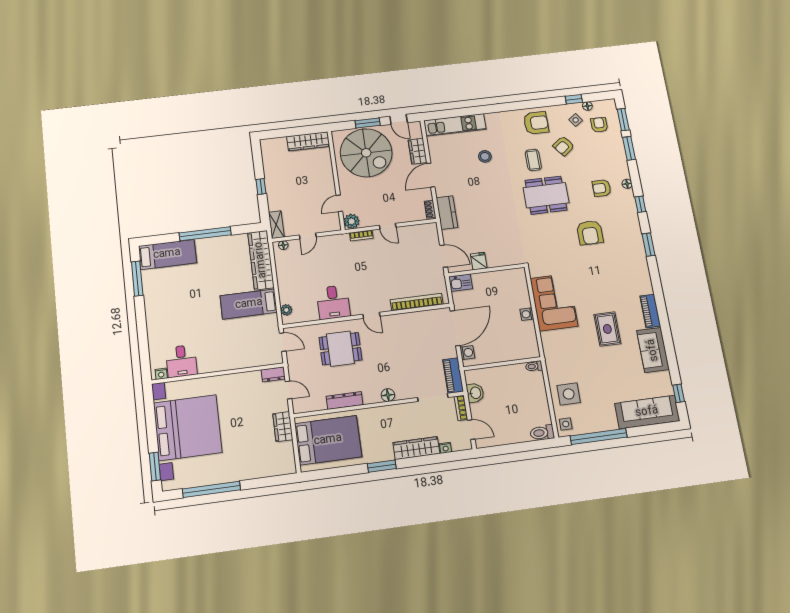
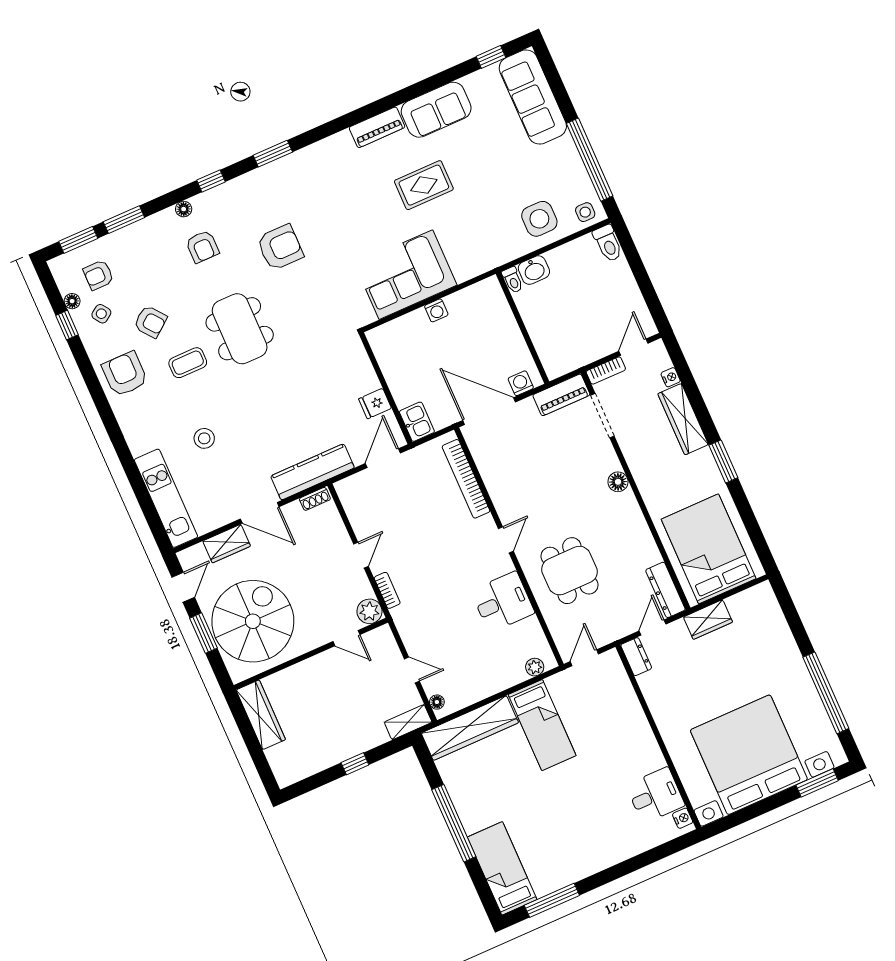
kitchen counter: (447, 213) -> (312, 472), width x1.50
washbasin: (475, 393) -> (534, 270), moved, turned 180
dresser: (345, 401) -> (665, 590), moved

